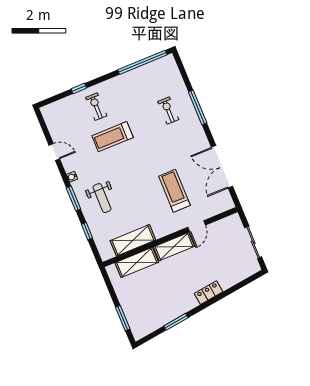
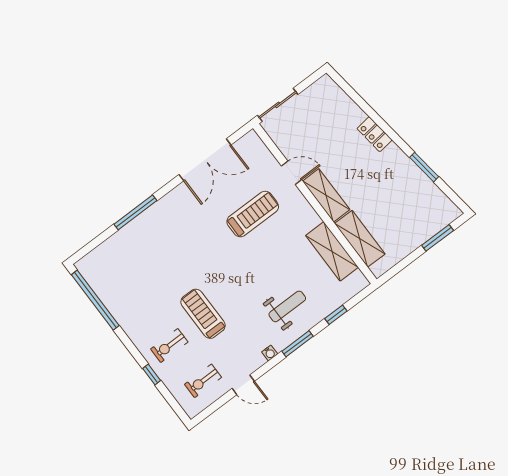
exercise bike: (168, 111) -> (203, 381), moved
treadmill: (113, 137) -> (203, 314), turned 180
door: (54, 152) -> (243, 385), swing flipped
treadmill: (174, 191) -> (253, 214), turned 180
sliding door: (253, 242) -> (278, 105), moved

